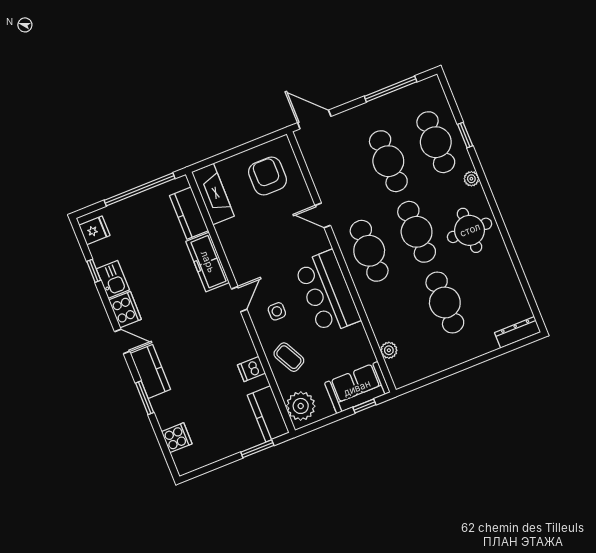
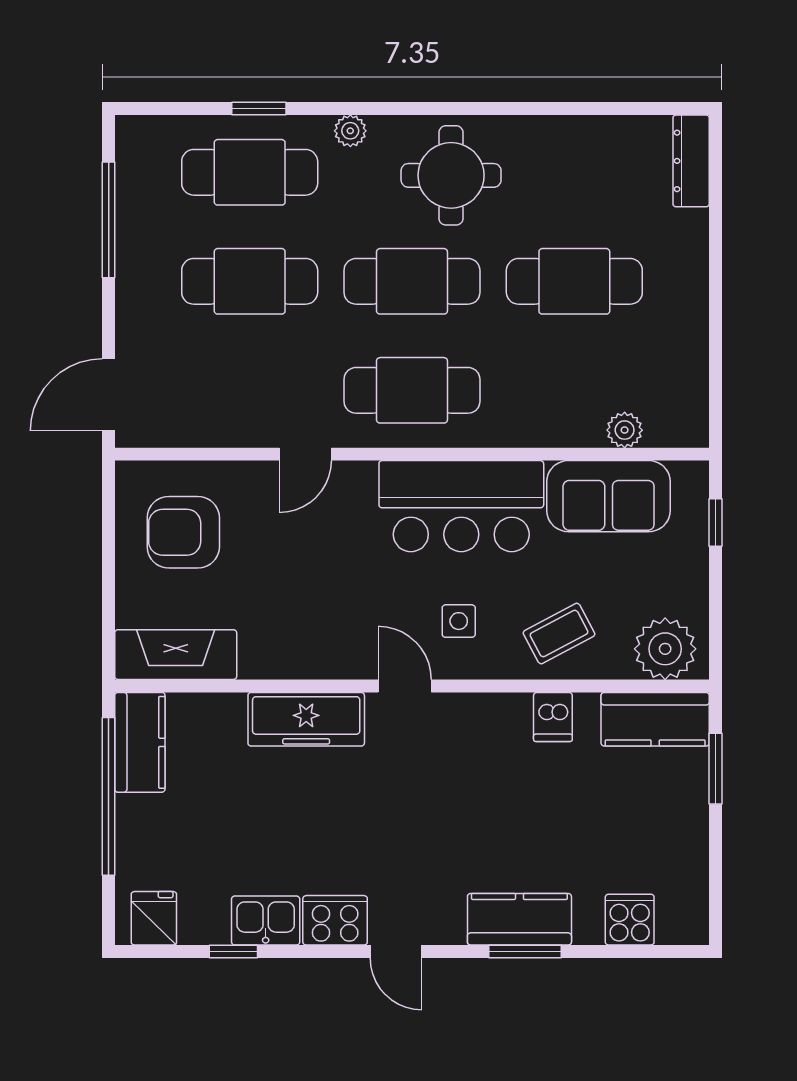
kitchen counter: (189, 213) -> (140, 742), moved, turned -90
door: (122, 342) -> (396, 951), swing flipped
kitchen counter: (150, 371) -> (519, 919), moved
sofa: (357, 388) -> (609, 496), moved, turned -90

